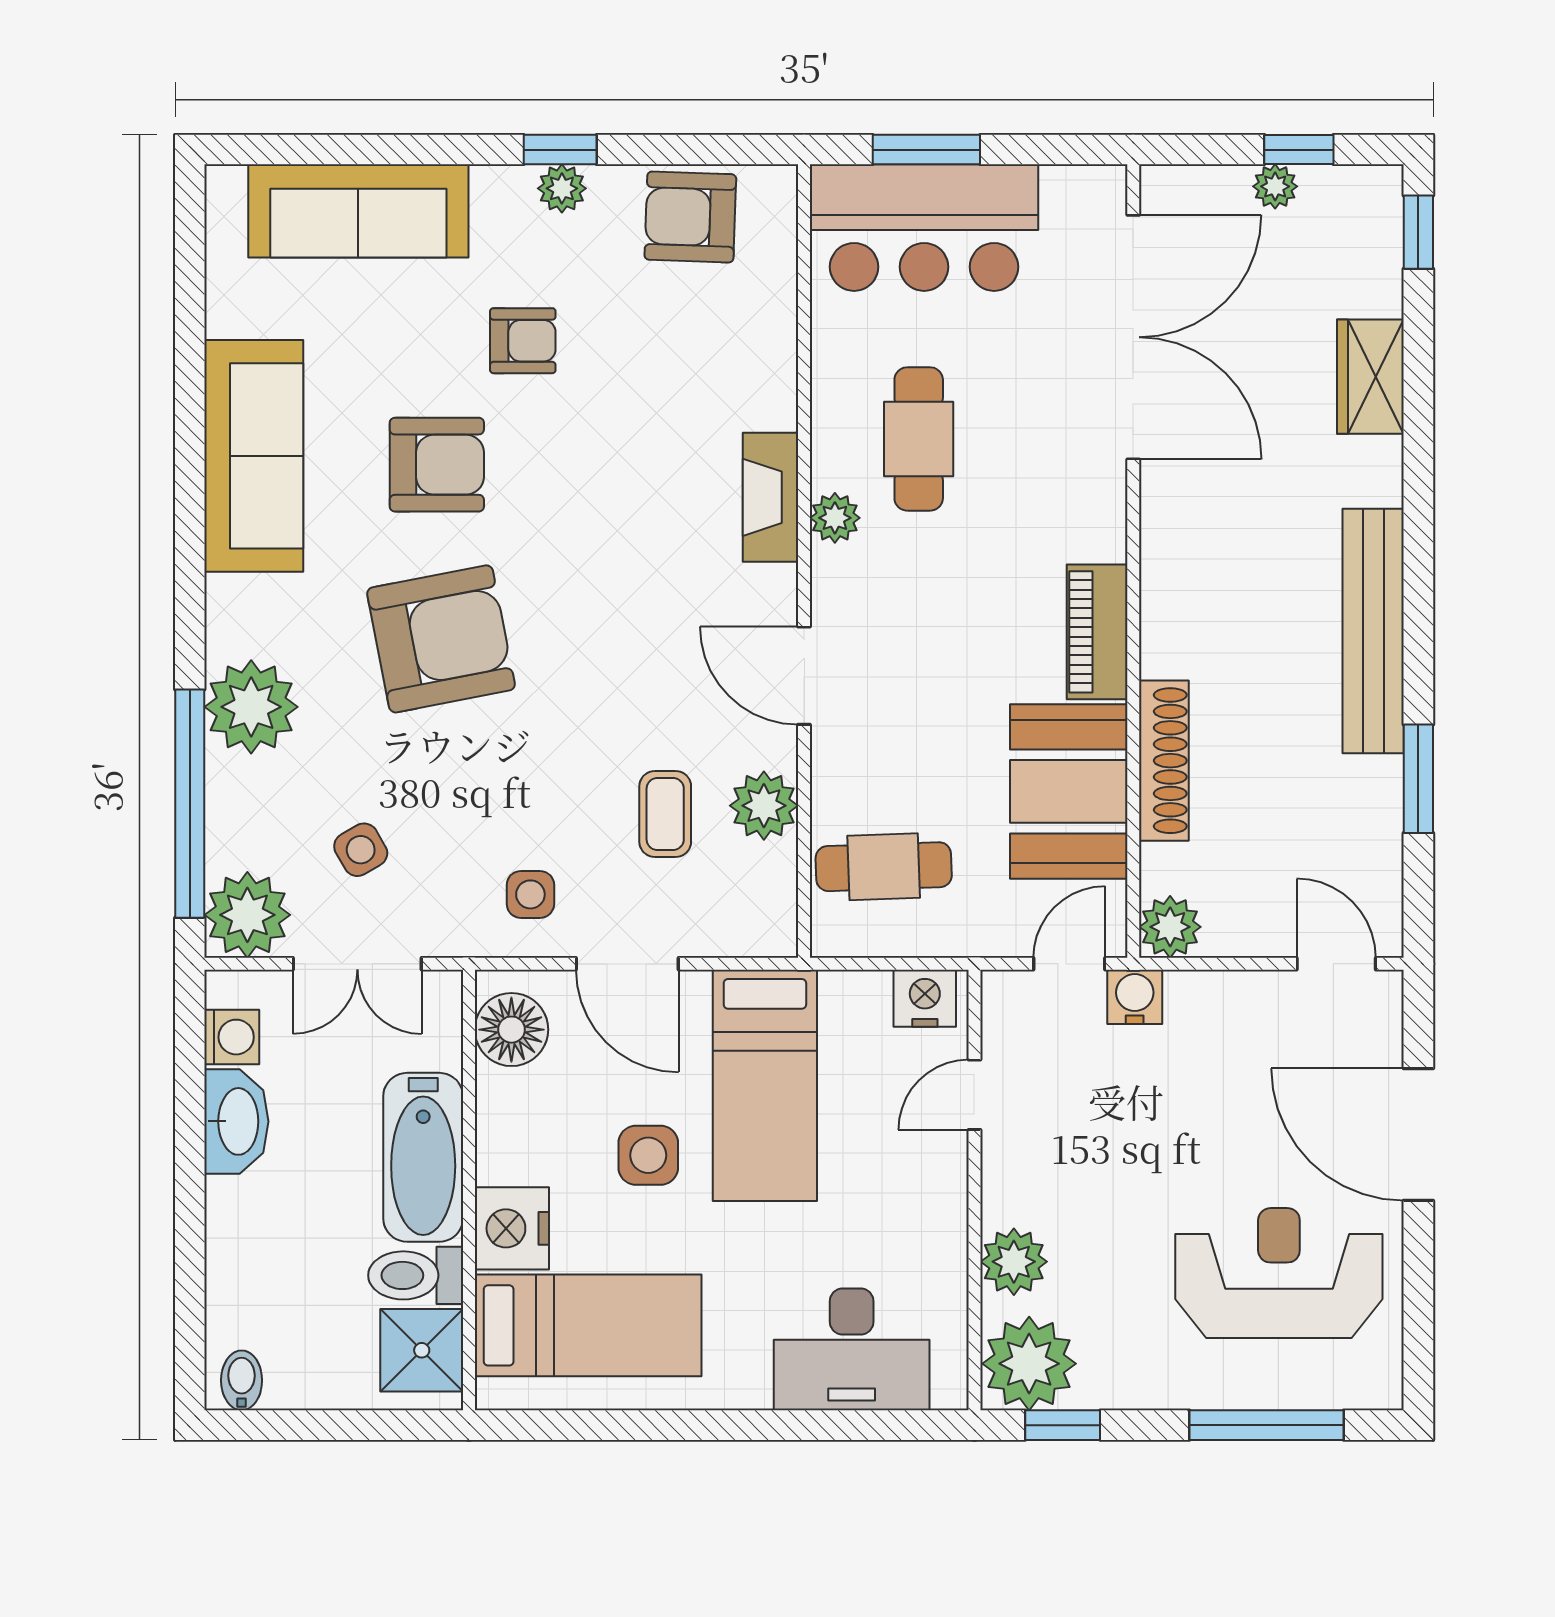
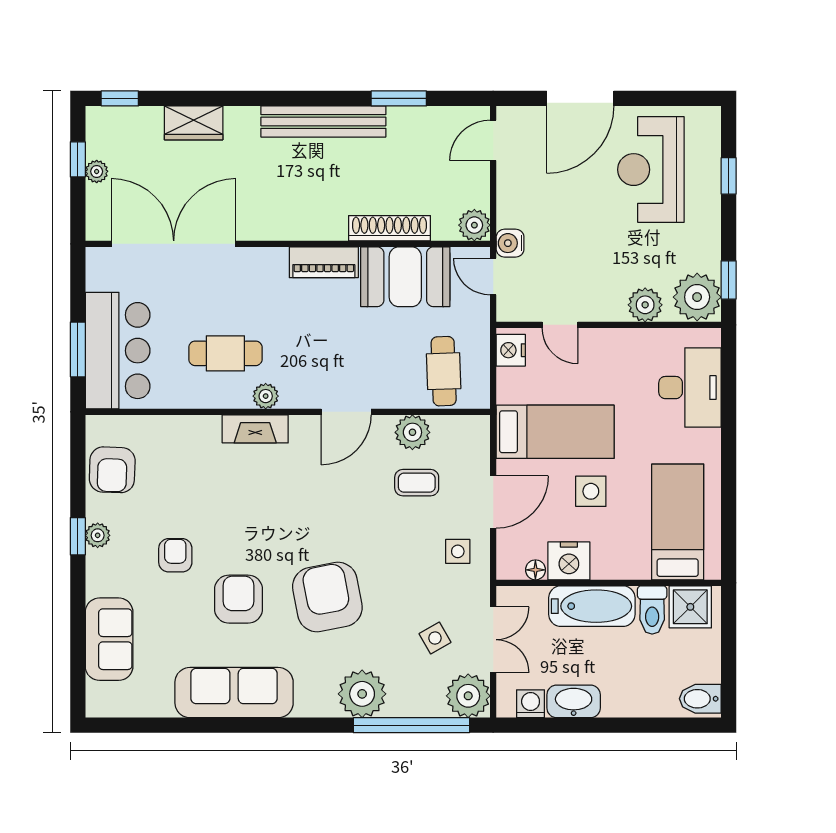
sofa: (358, 211) -> (109, 639), width x0.73
floor lamp: (511, 1030) -> (535, 570), width x0.53, depth x0.53
nightstand: (512, 1228) -> (569, 561), moved
bidet: (242, 1380) -> (700, 699), width x1.38, depth x1.36
window: (1267, 1425) -> (729, 176), width x0.46

